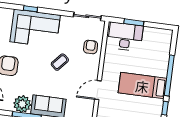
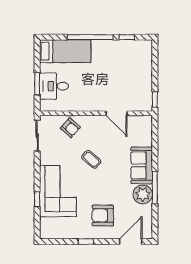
desk: (125, 37) -> (54, 86), width x0.73
armchair: (91, 47) -> (70, 128), turned -138
bed: (142, 86) -> (65, 51), moved, turned -90

